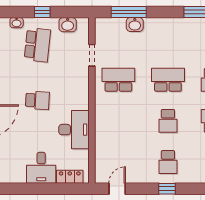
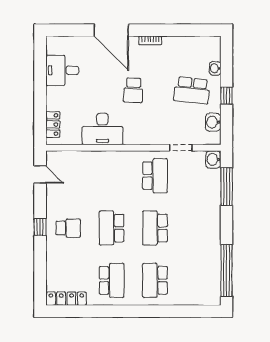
washbasin: (135, 24) -> (213, 159), moved
school desk: (168, 80) -> (155, 228), turned 180
school desk: (168, 121) -> (112, 228), width x1.85
school desk: (168, 162) -> (68, 228), turned 180
desk: (41, 168) -> (62, 70), moved

